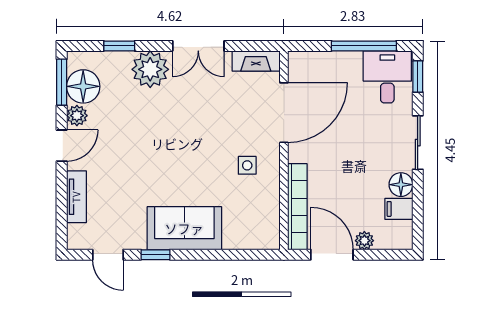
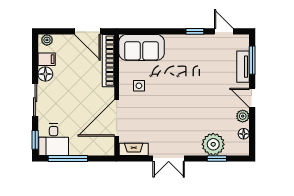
double door: (198, 46) -> (169, 159), swing flipped
plant: (150, 69) -> (213, 144), moved
window: (62, 82) -> (252, 60), moved
floor lamp: (83, 86) -> (244, 134), width x0.53, depth x0.53
door: (62, 146) -> (252, 98), hinge flipped
sofa: (184, 228) -> (142, 47), moved
plant: (364, 241) -> (47, 40), moved

